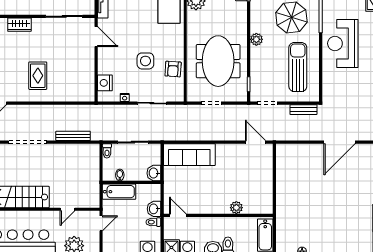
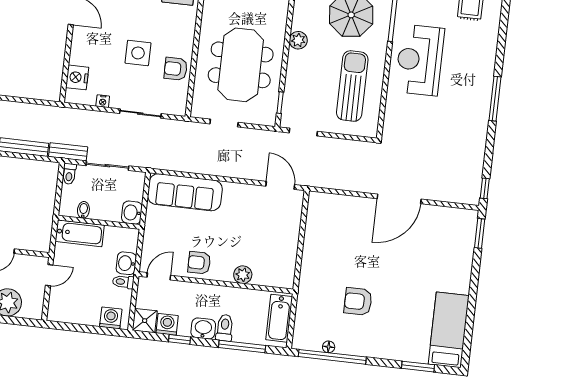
armchair: (173, 69) -> (176, 69), turned 86
bench: (303, 110) -> (68, 152), moved
armchair: (205, 203) -> (199, 263), added
door: (178, 215) -> (159, 276), hinge flipped
armchair: (319, 217) -> (358, 301), added

